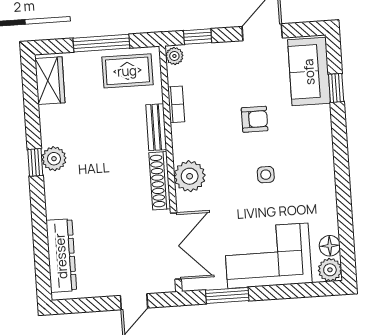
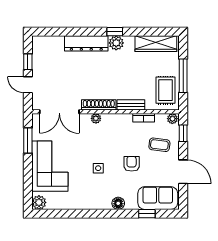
coffee table: (220, 75) -> (159, 145), added
wardrobe: (50, 81) -> (156, 44), width x1.50
armchair: (255, 119) -> (132, 164), turned 180
plant: (190, 176) -> (96, 118), width x0.53, depth x0.53
floor lamp: (330, 246) -> (118, 203), moved
dresser: (61, 256) -> (86, 43), moved
window: (96, 304) -> (28, 62), added

